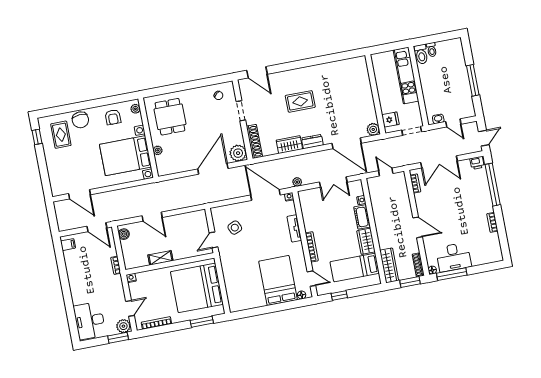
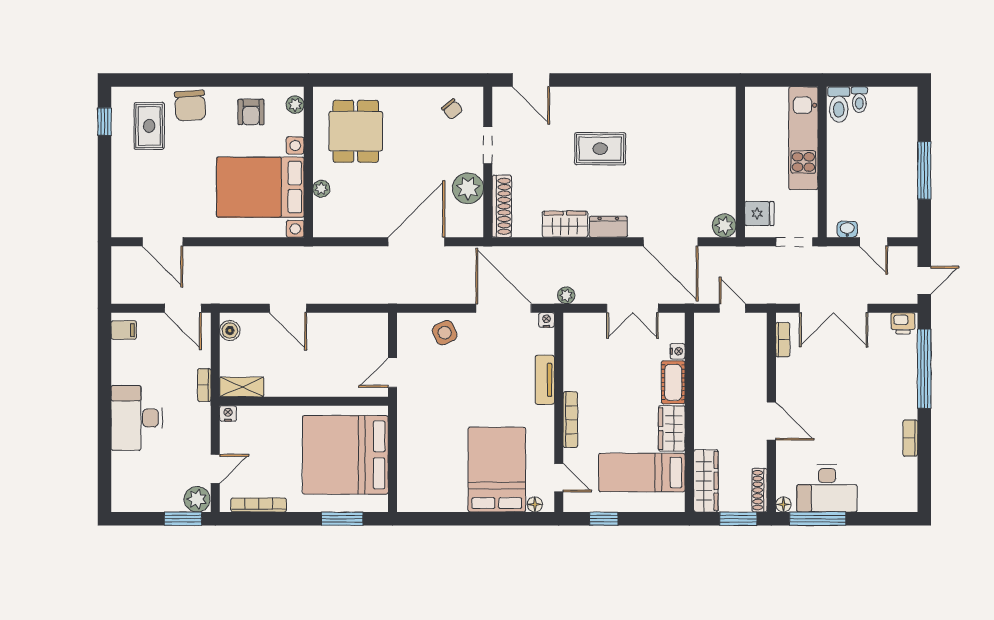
plant: (238, 153) -> (468, 188), moved
side table: (235, 228) -> (445, 333), moved
shelving: (160, 258) -> (242, 387), moved
desk: (90, 321) -> (137, 418), moved

